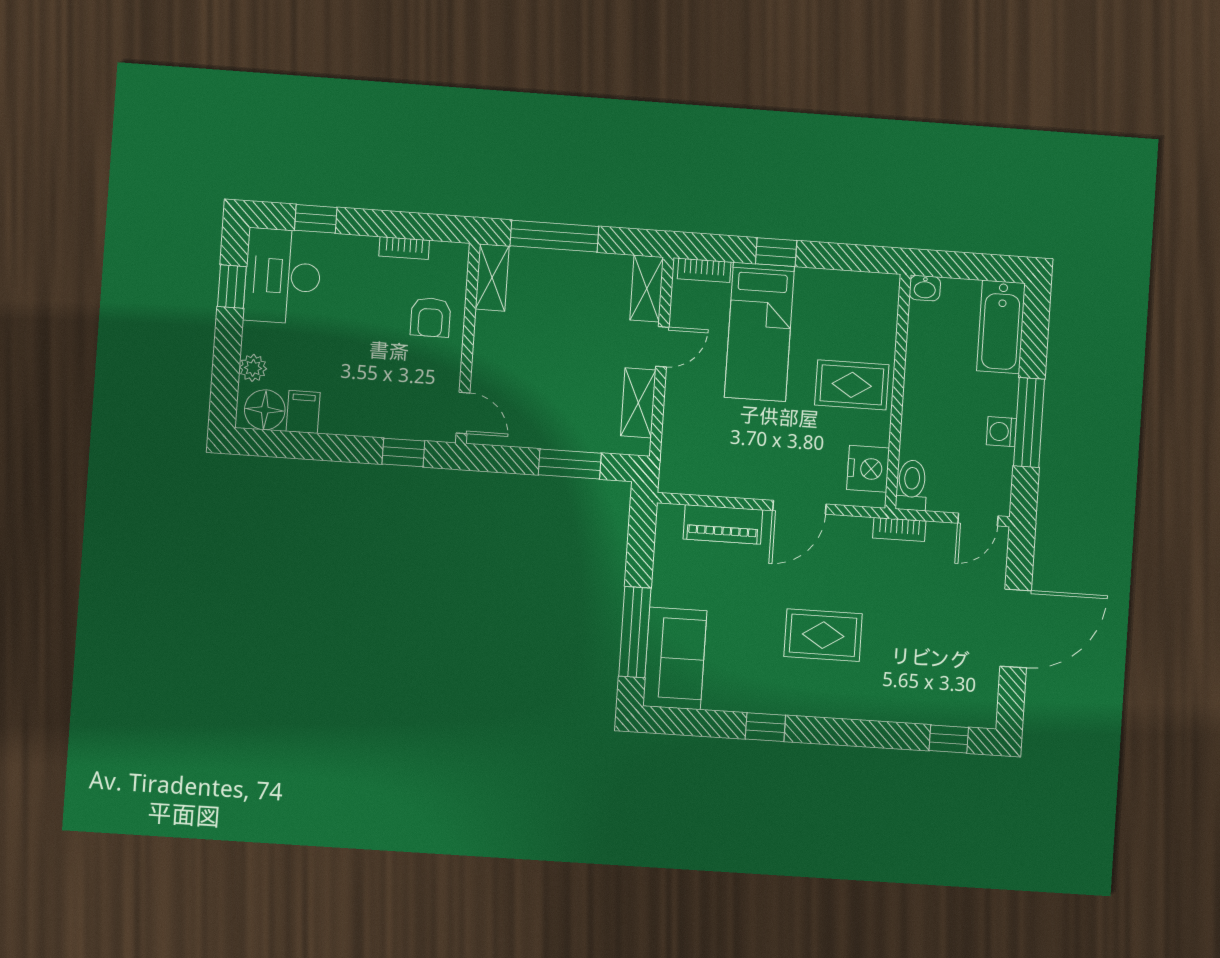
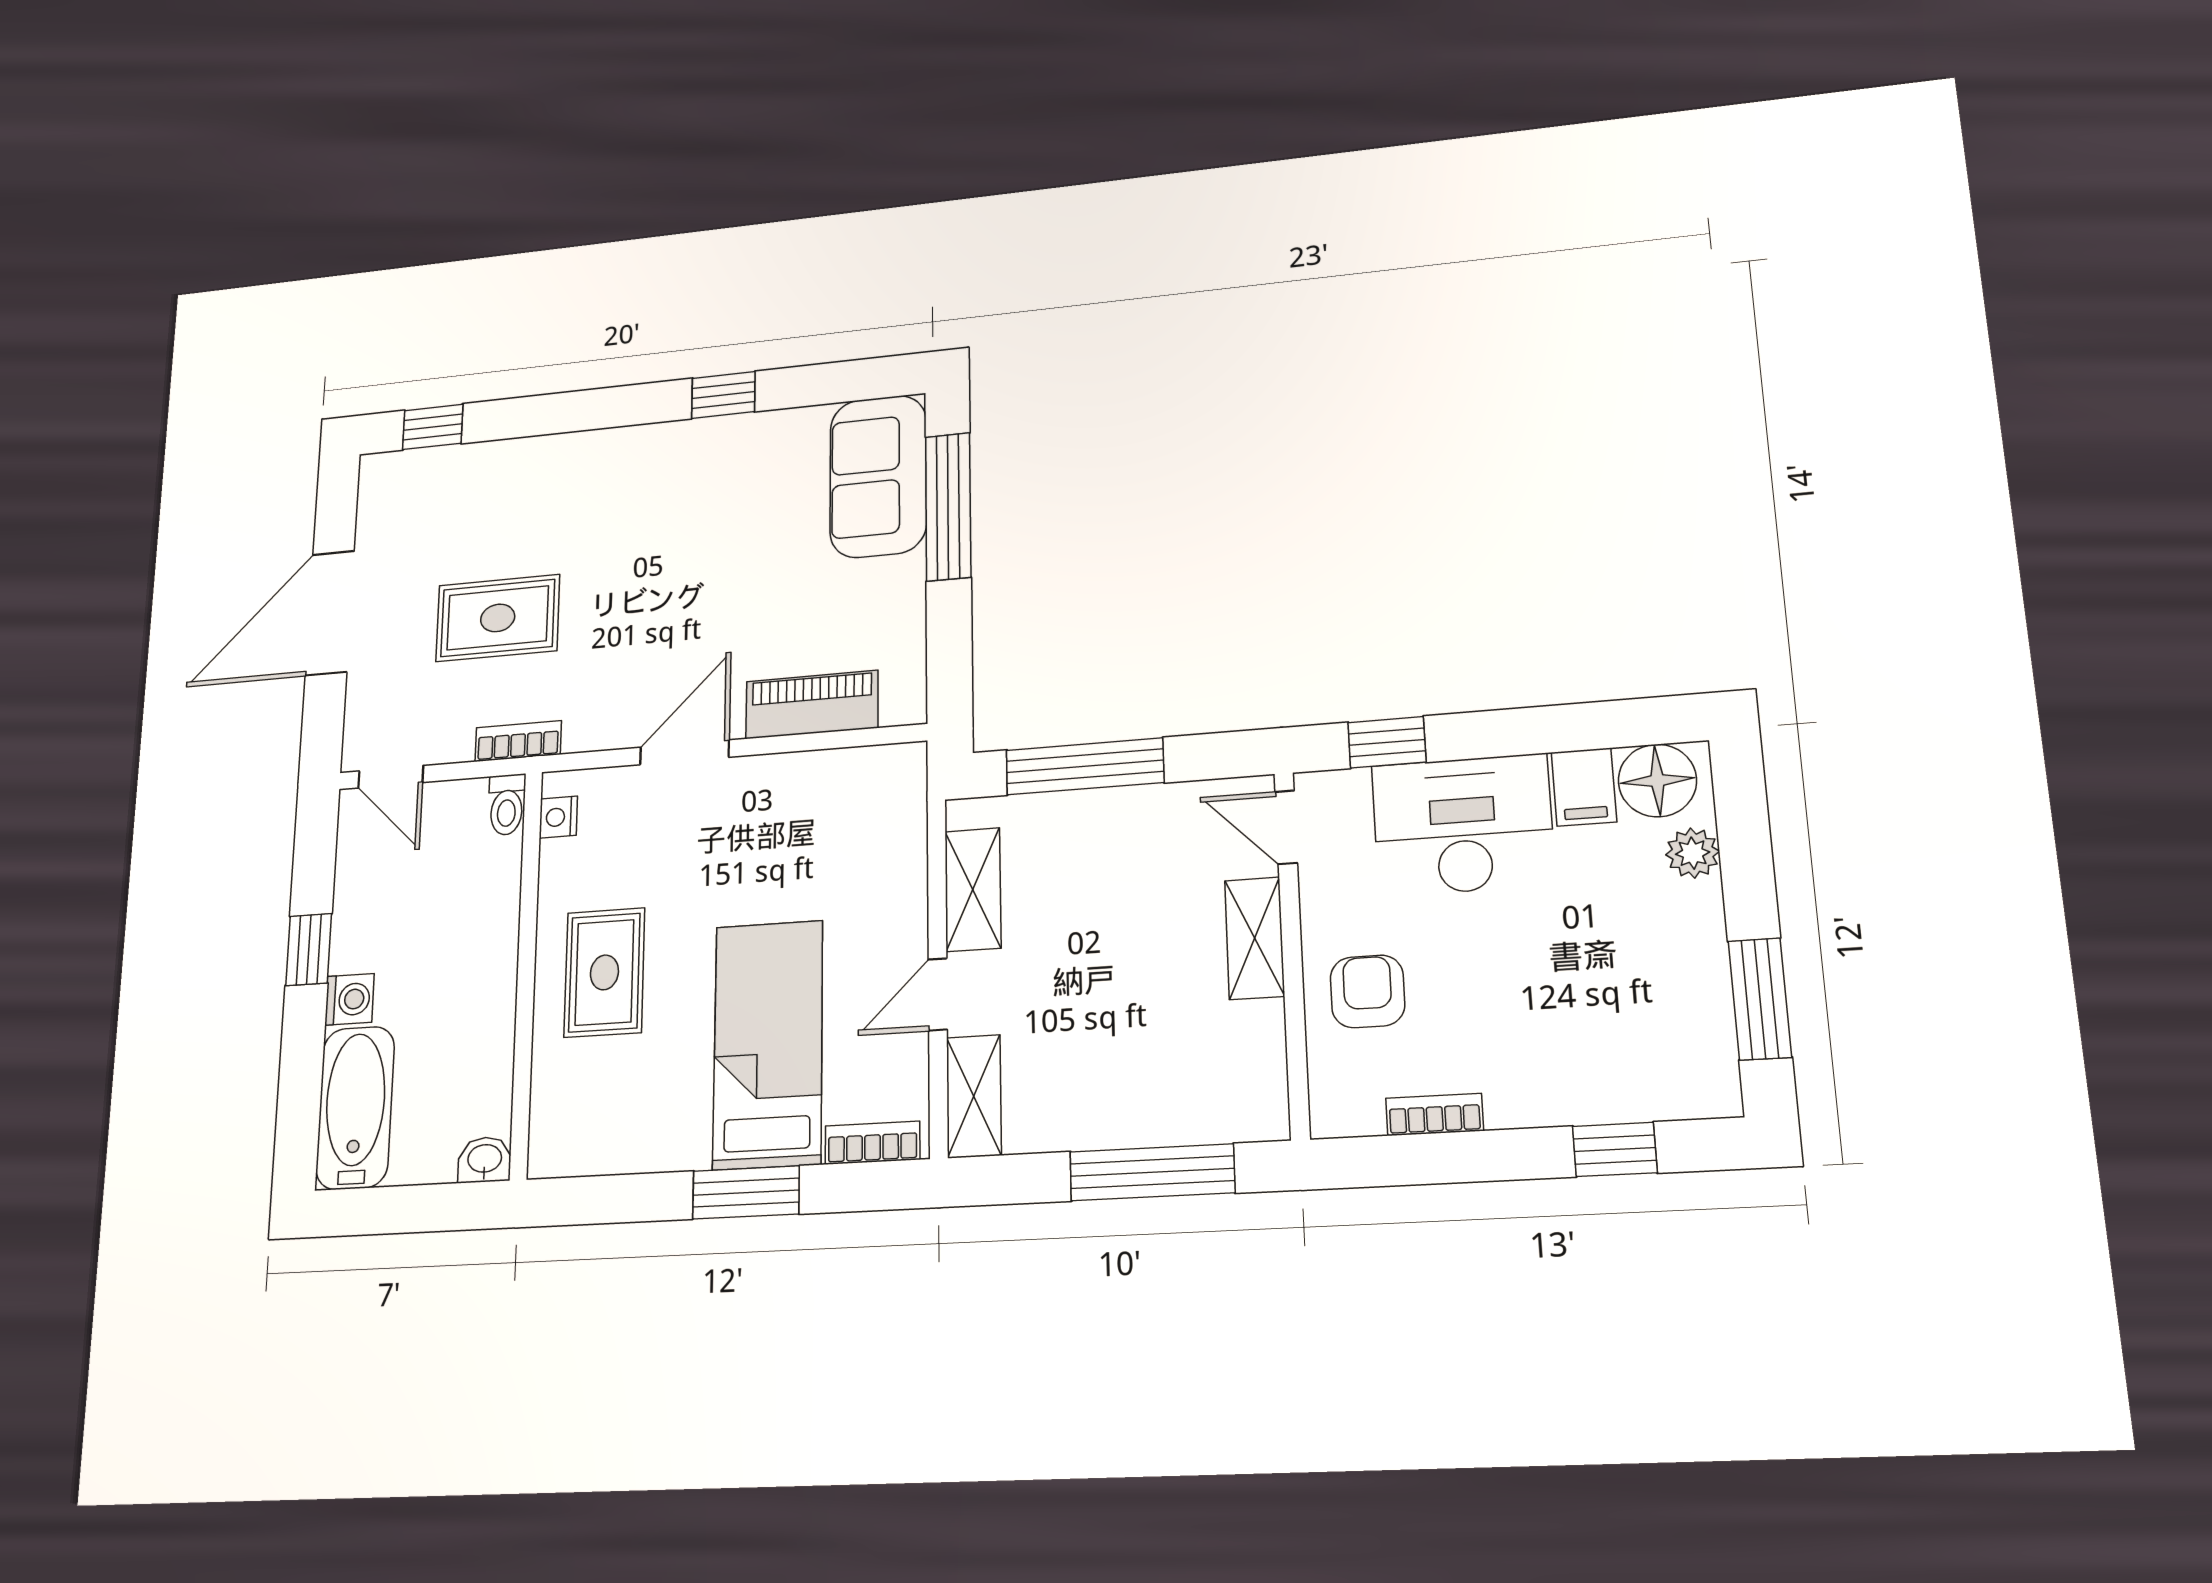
window: (776, 252) -> (746, 1192), width x1.50
desk: (283, 276) -> (1463, 825), moved, turned -90
shelving: (492, 277) -> (1255, 938), moved
window: (232, 287) -> (1760, 999), width x1.50
rug: (852, 385) -> (604, 972), turned 90
window: (1029, 423) -> (309, 950), width x0.46
washing machine: (1001, 432) -> (350, 999), moved
window: (570, 464) -> (1085, 766), width x1.44
nightstand: (868, 469) -> (558, 817), width x0.53, depth x0.56
toilet: (912, 485) -> (507, 805), width x0.73, depth x0.72
door: (978, 520) -> (391, 777), swing flipped
rug: (823, 635) -> (498, 618), moved

